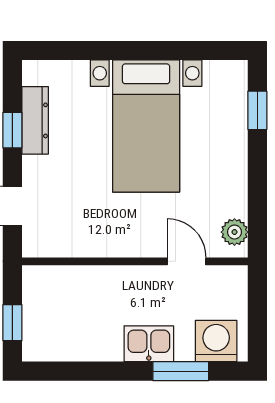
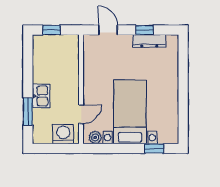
bed with nightstands: (146, 126) -> (130, 112), moved, turned 90
washing machine: (216, 341) -> (63, 134), moved, turned -90

